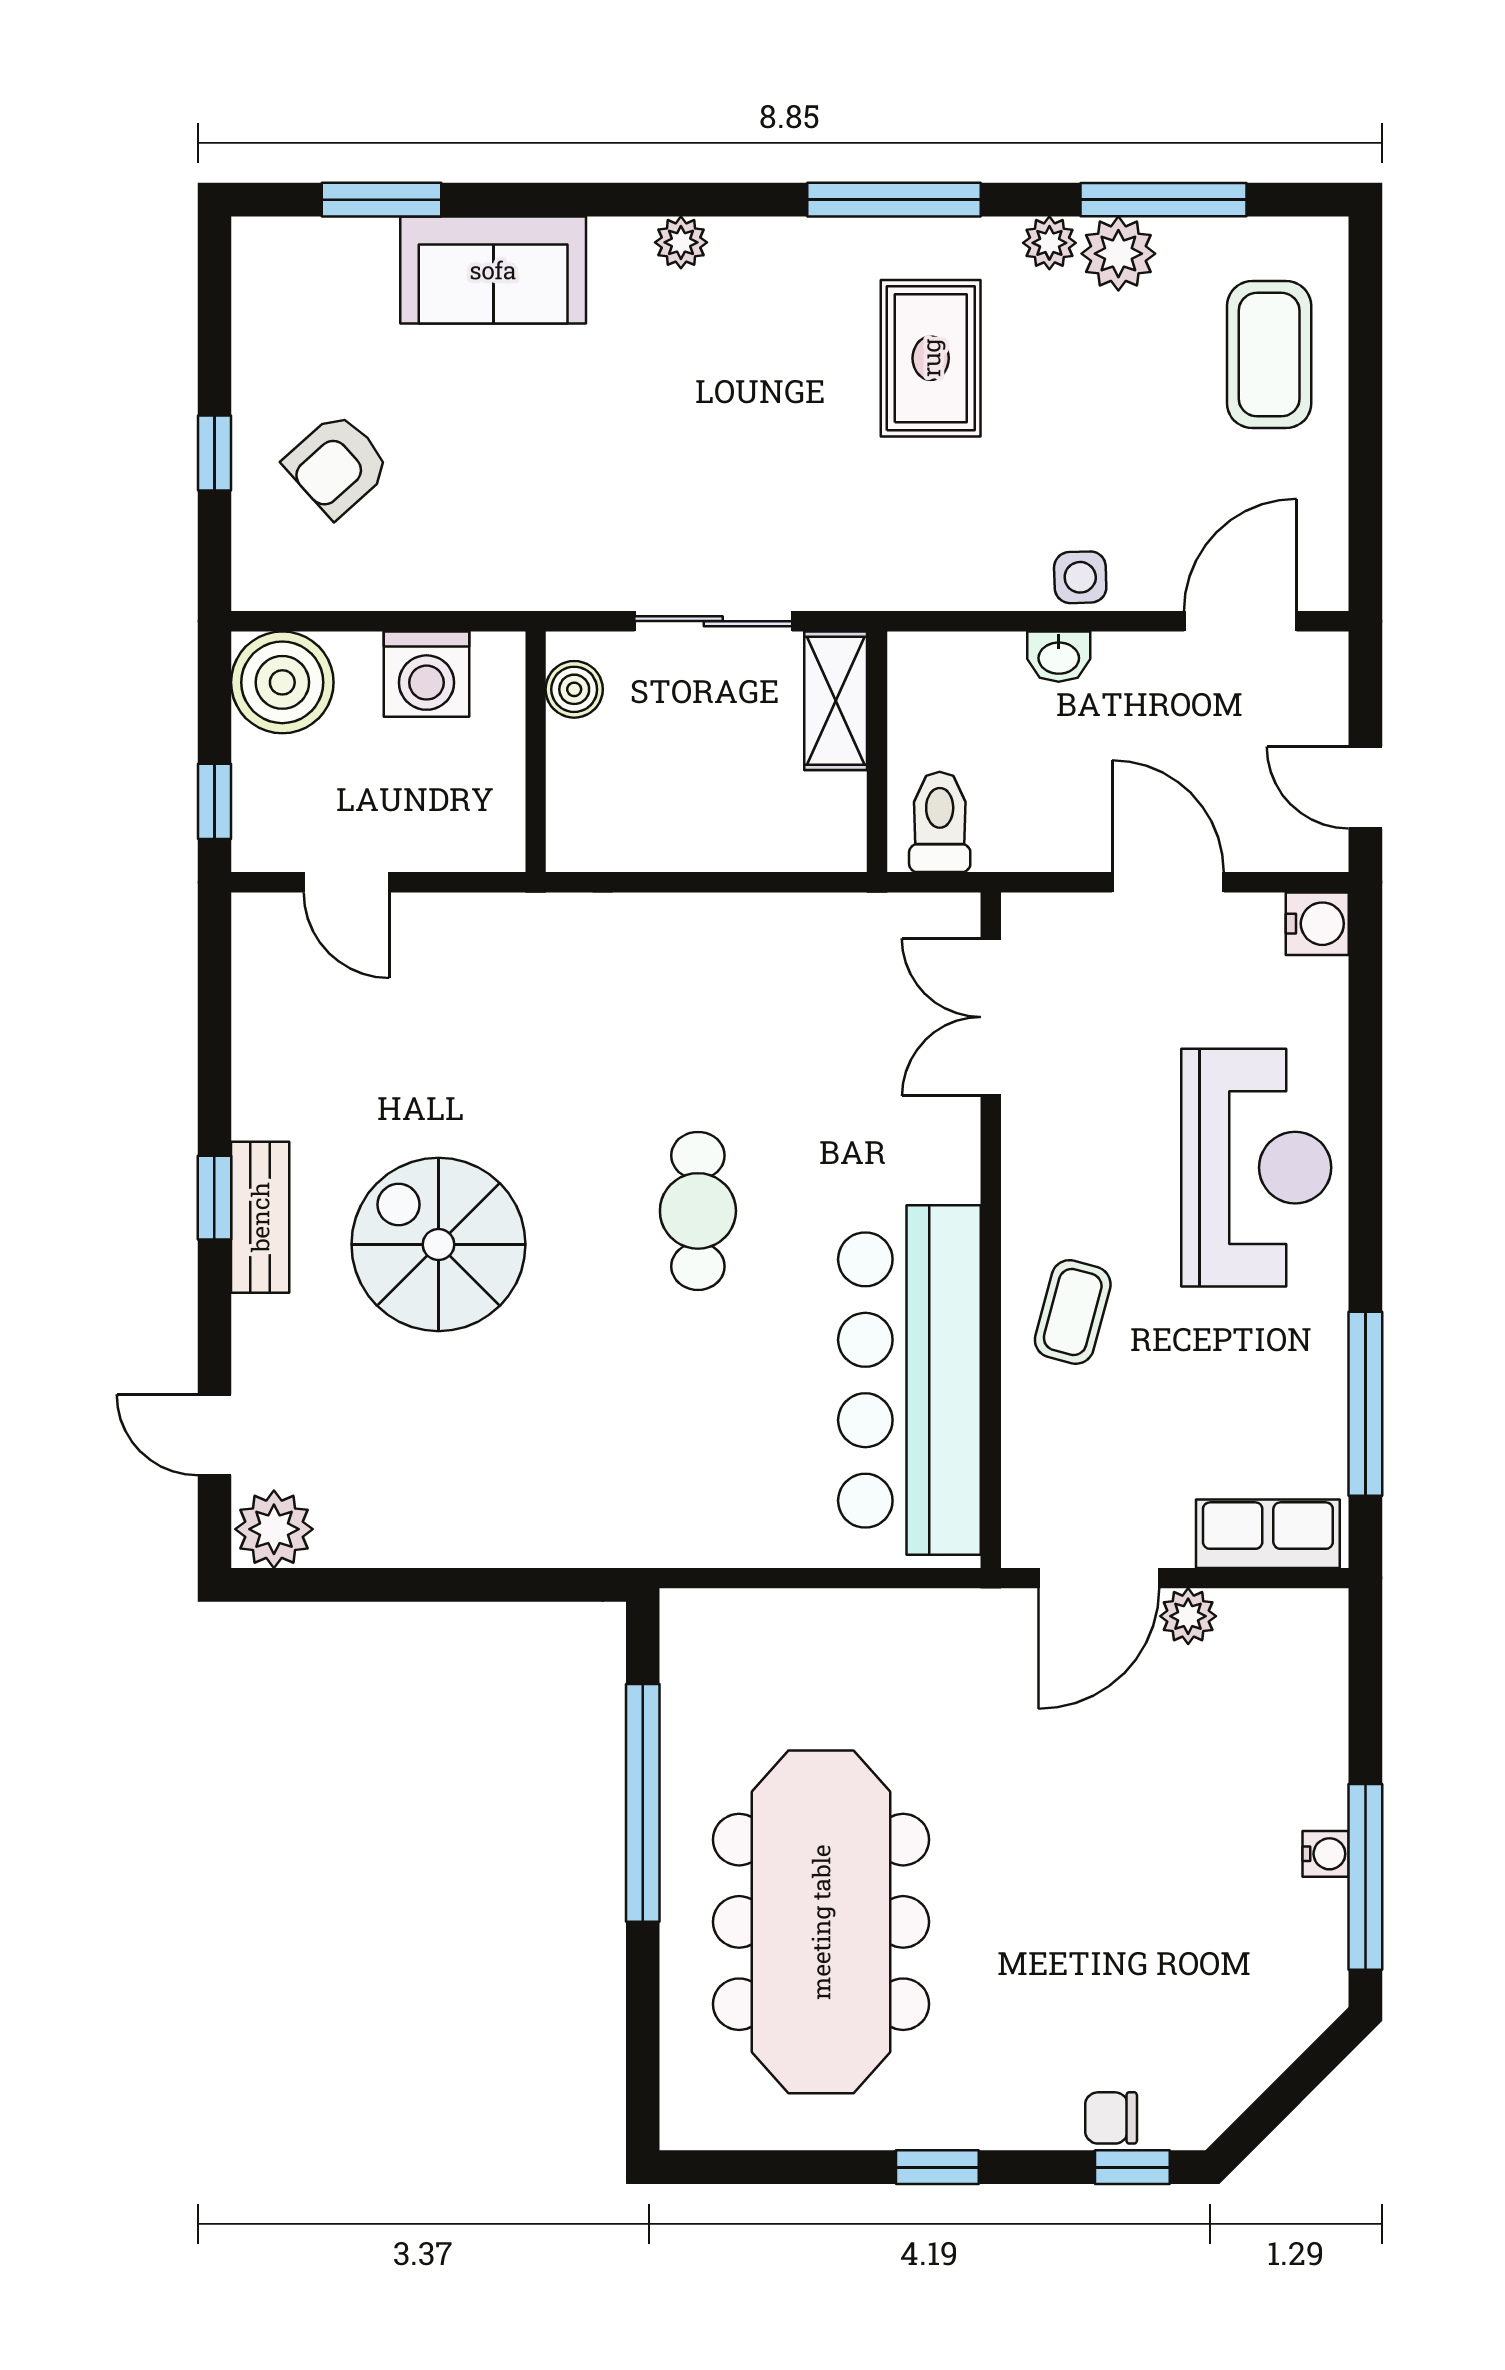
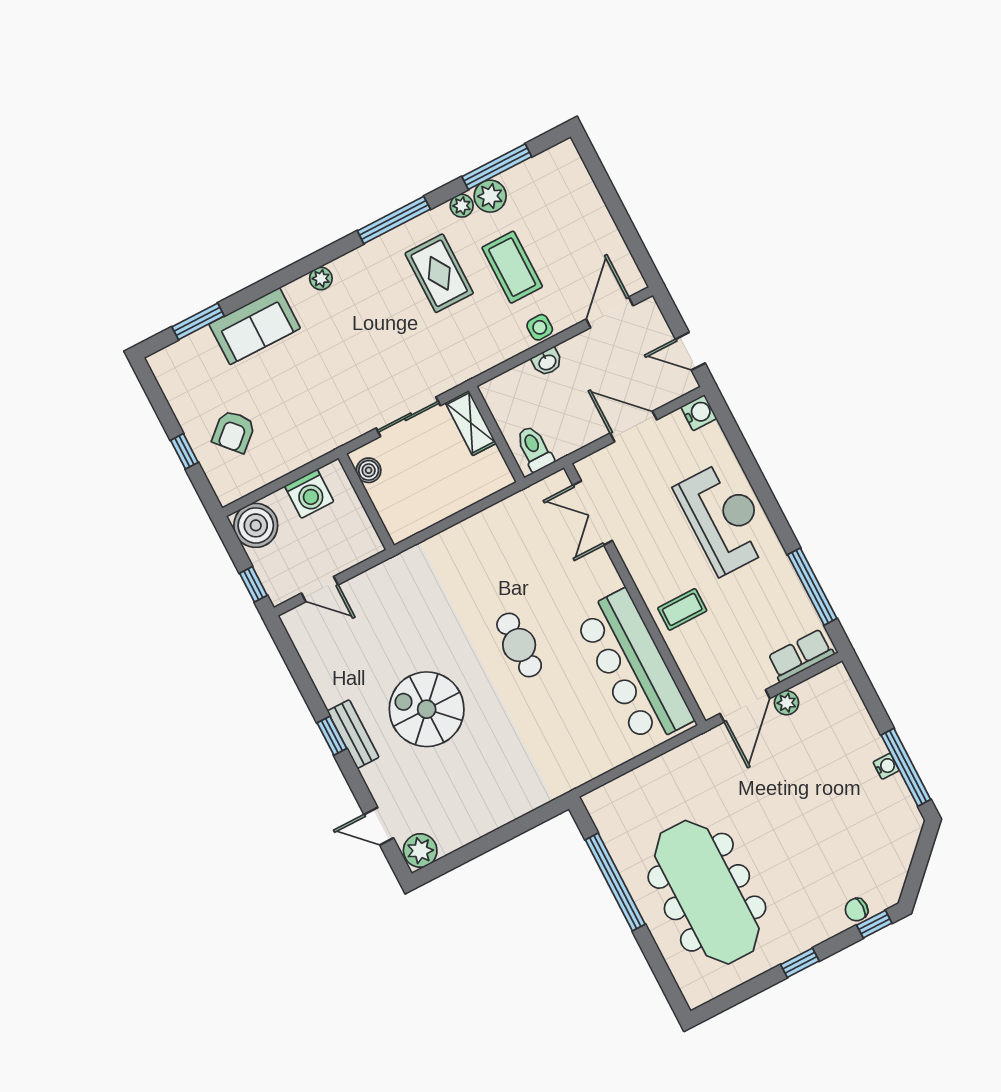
coffee table: (1269, 355) -> (512, 267), moved
coffee table: (1073, 1312) -> (682, 609), turned 75

